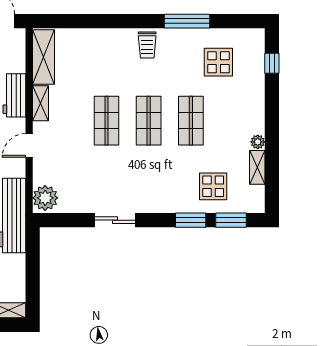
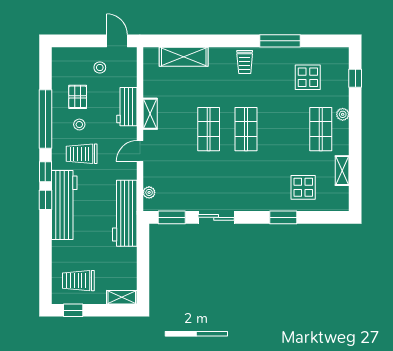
shelving: (43, 57) -> (184, 57), moved, turned 90
shop shelf: (191, 121) -> (321, 129), moved
plant: (258, 142) -> (343, 114), moved
plant: (45, 198) -> (149, 192), width x0.53, depth x0.53
window: (231, 220) -> (172, 217), moved

